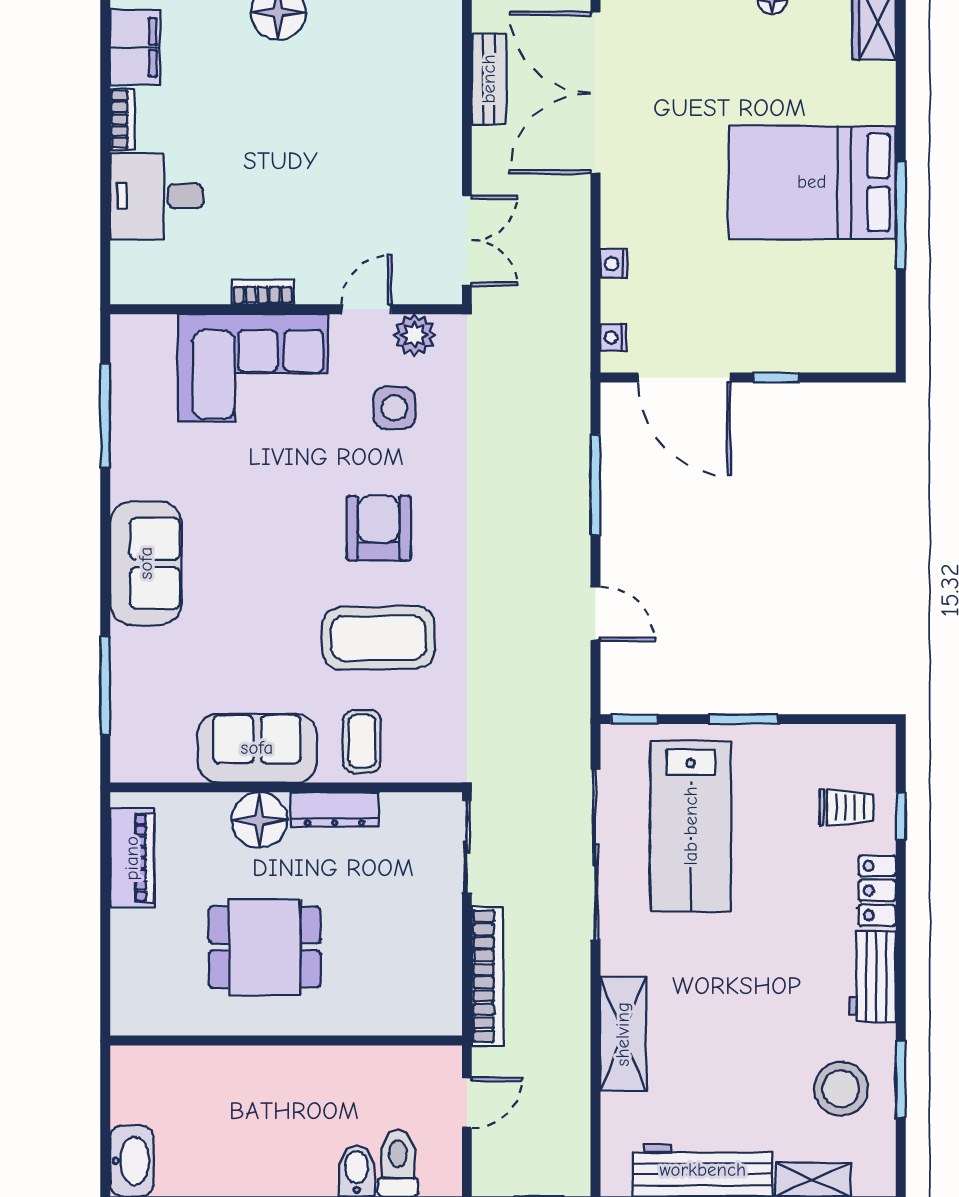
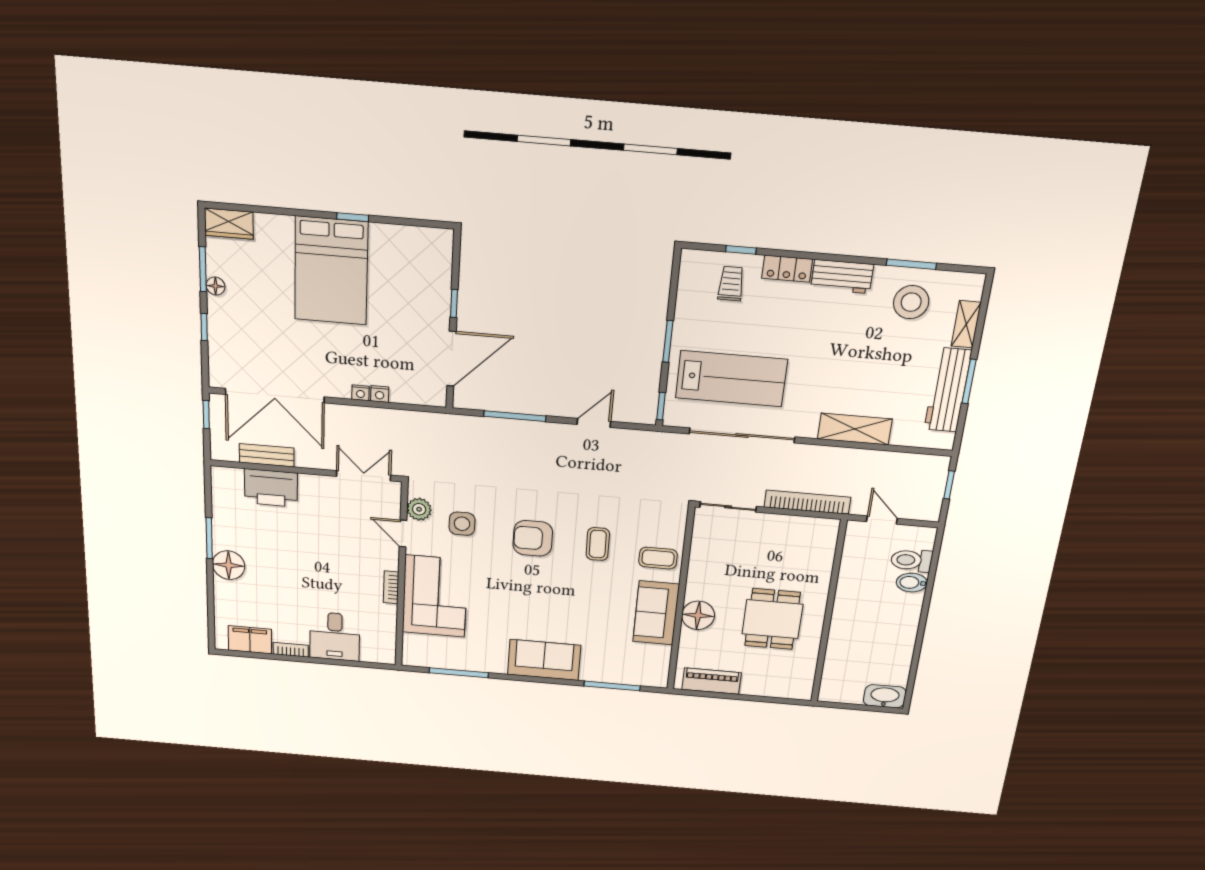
printer: (430, 86) -> (271, 488), added
window: (901, 215) -> (353, 217), width x0.46
nightstand: (613, 338) -> (360, 393), moved
coffee table: (378, 638) -> (598, 544), width x0.54, depth x0.58
dresser: (335, 809) -> (697, 576), removed

